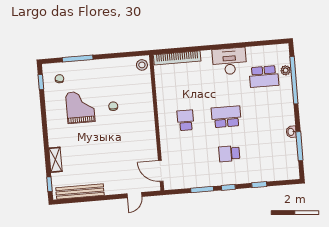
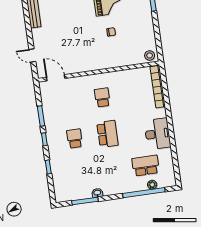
school desk: (264, 77) -> (146, 166), turned 90
school desk: (185, 120) -> (102, 97), turned -90
door: (161, 171) -> (56, 78), hinge flipped

